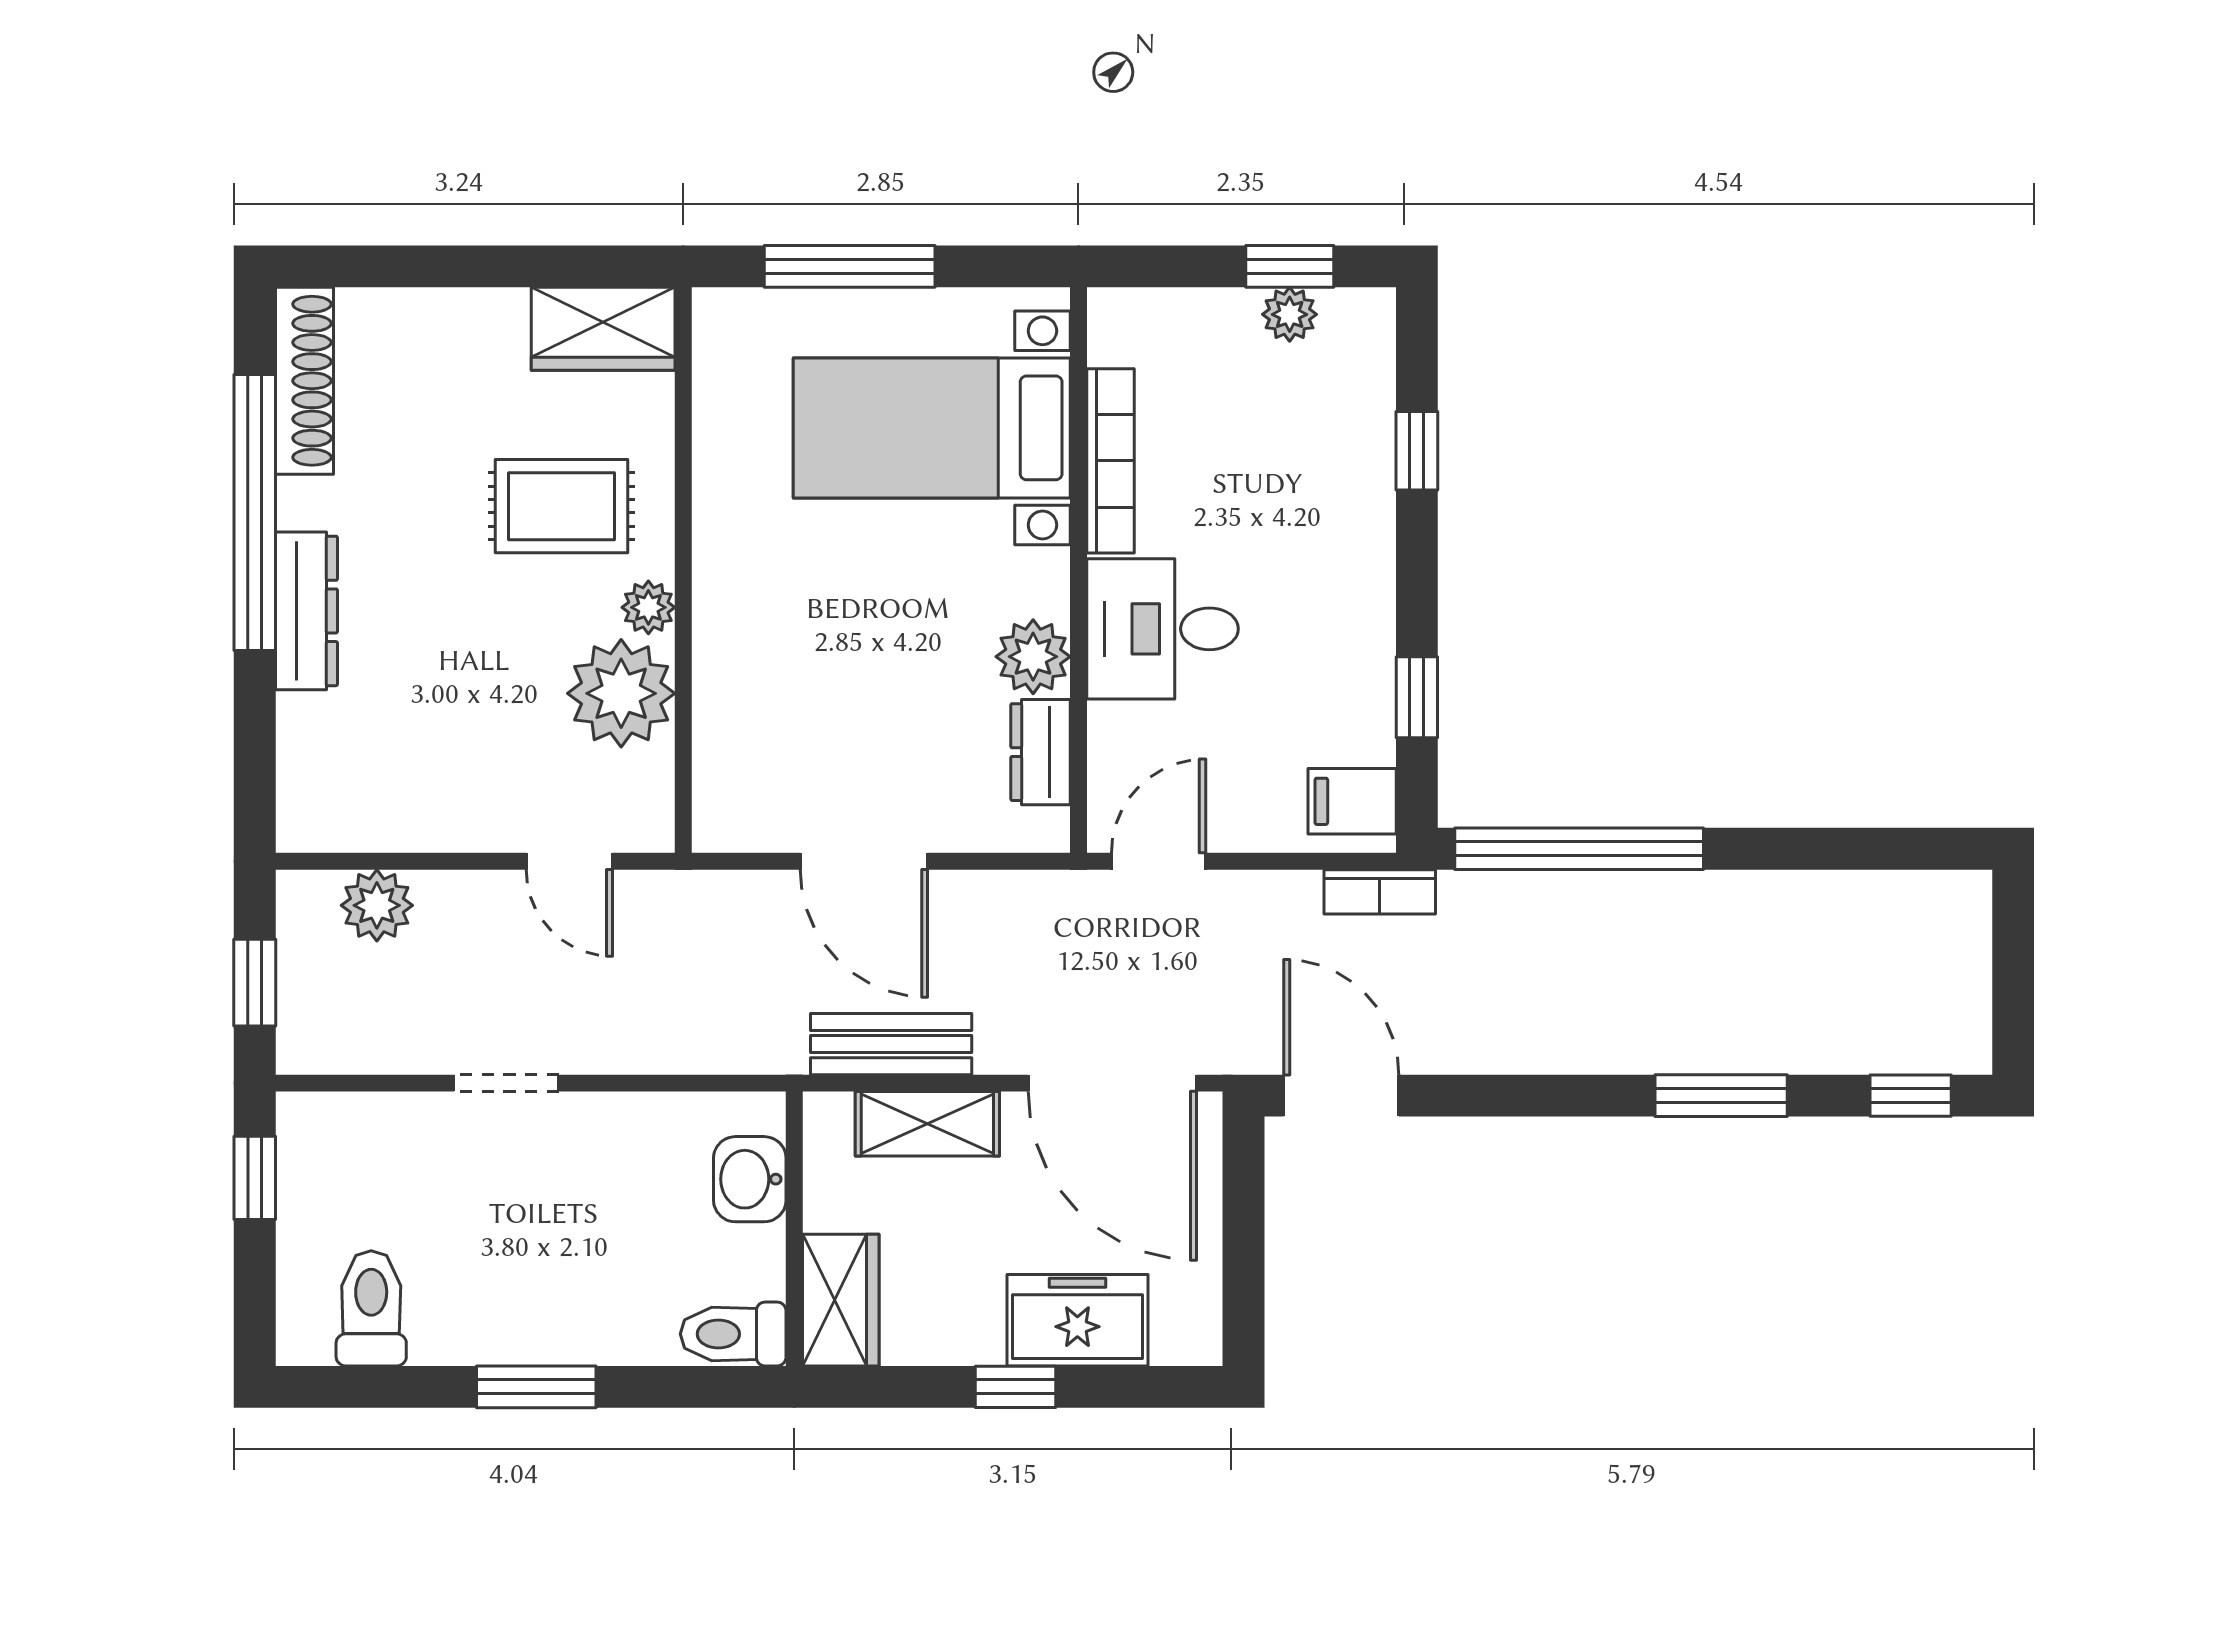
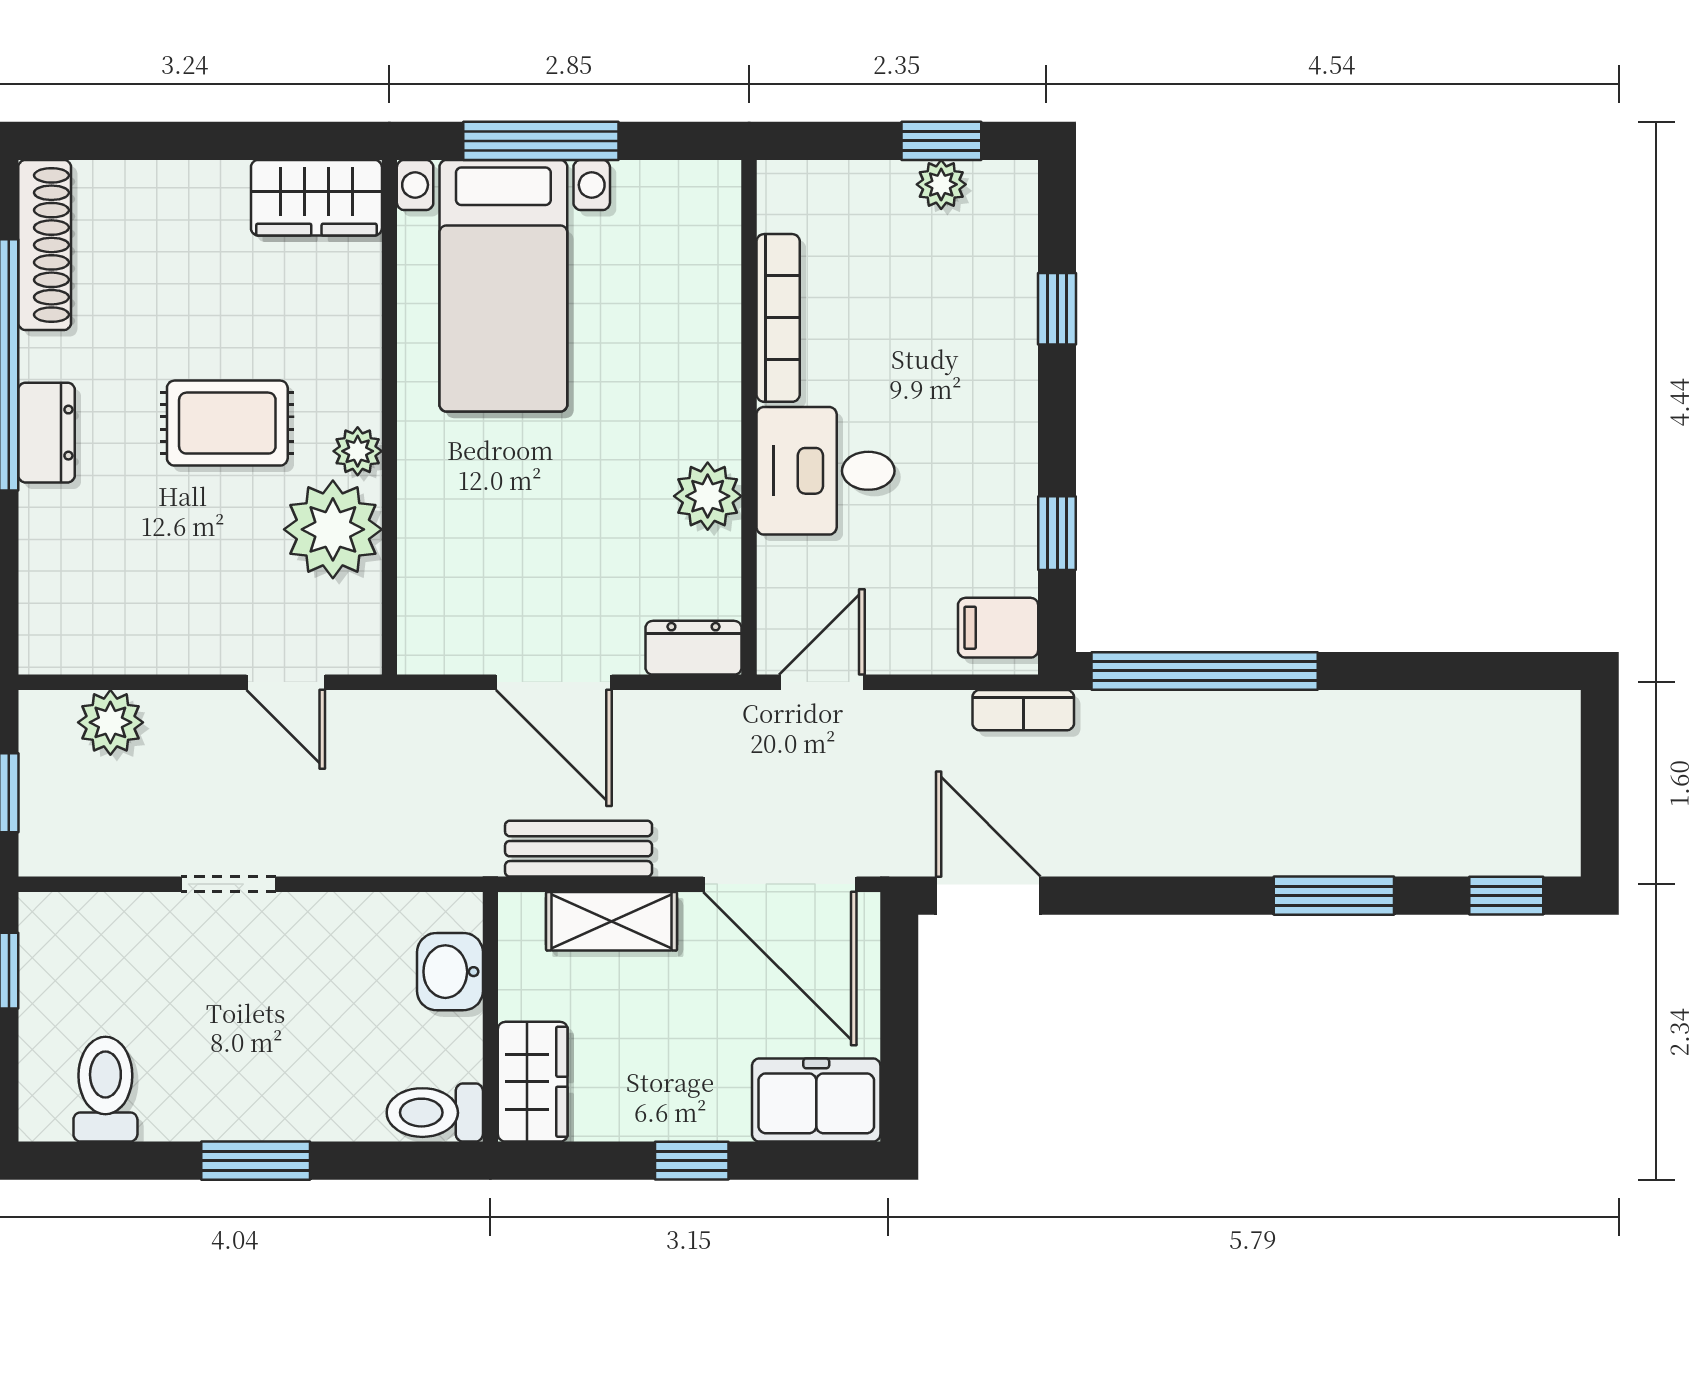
bed with nightstands: (932, 428) -> (503, 286), moved, turned -90
rug: (561, 506) -> (227, 423), moved
dresser: (307, 611) -> (46, 433), width x0.70
dresser: (1041, 752) -> (694, 648), moved, turned 90
freezer: (1077, 1320) -> (816, 1100), moved

